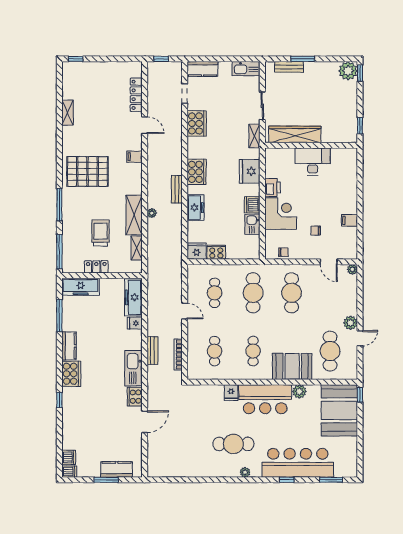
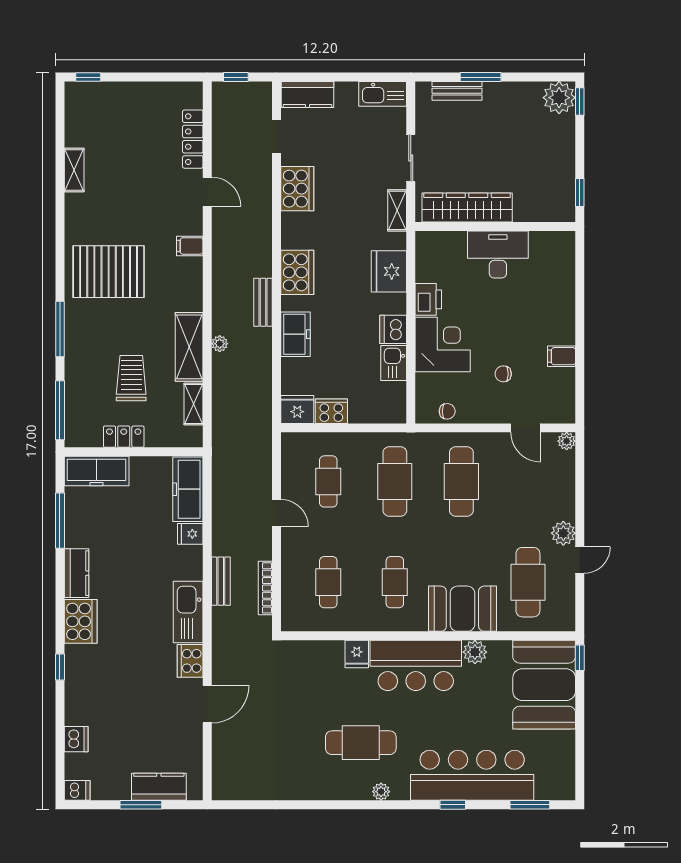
dishwasher: (69, 457) -> (76, 739), moved

